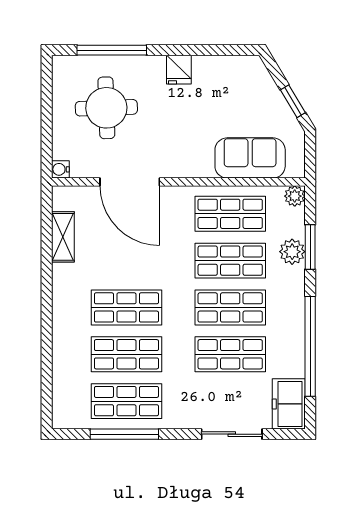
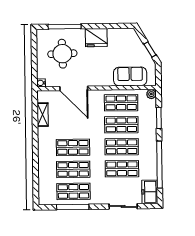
fridge: (179, 70) -> (96, 38), width x1.88, depth x1.34
plant: (292, 252) -> (150, 120), removed

